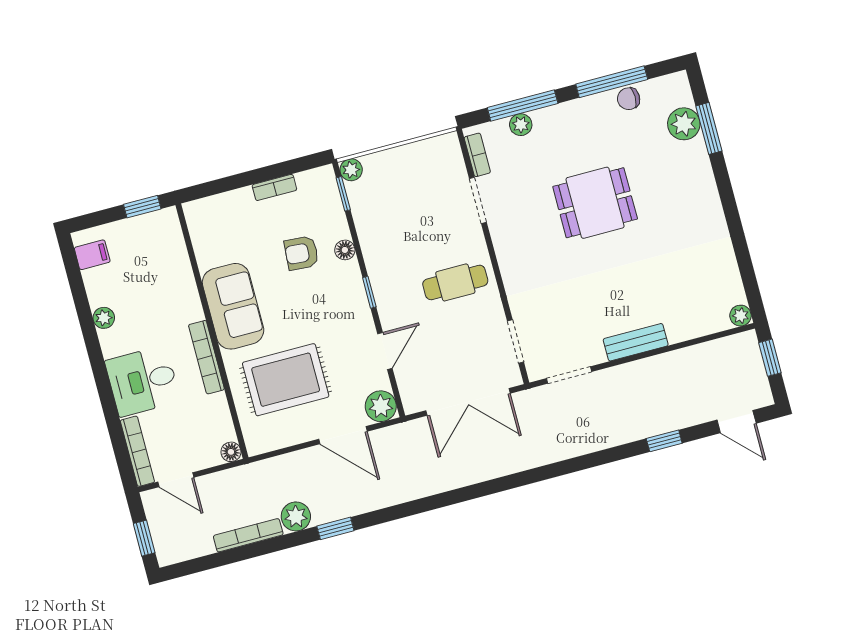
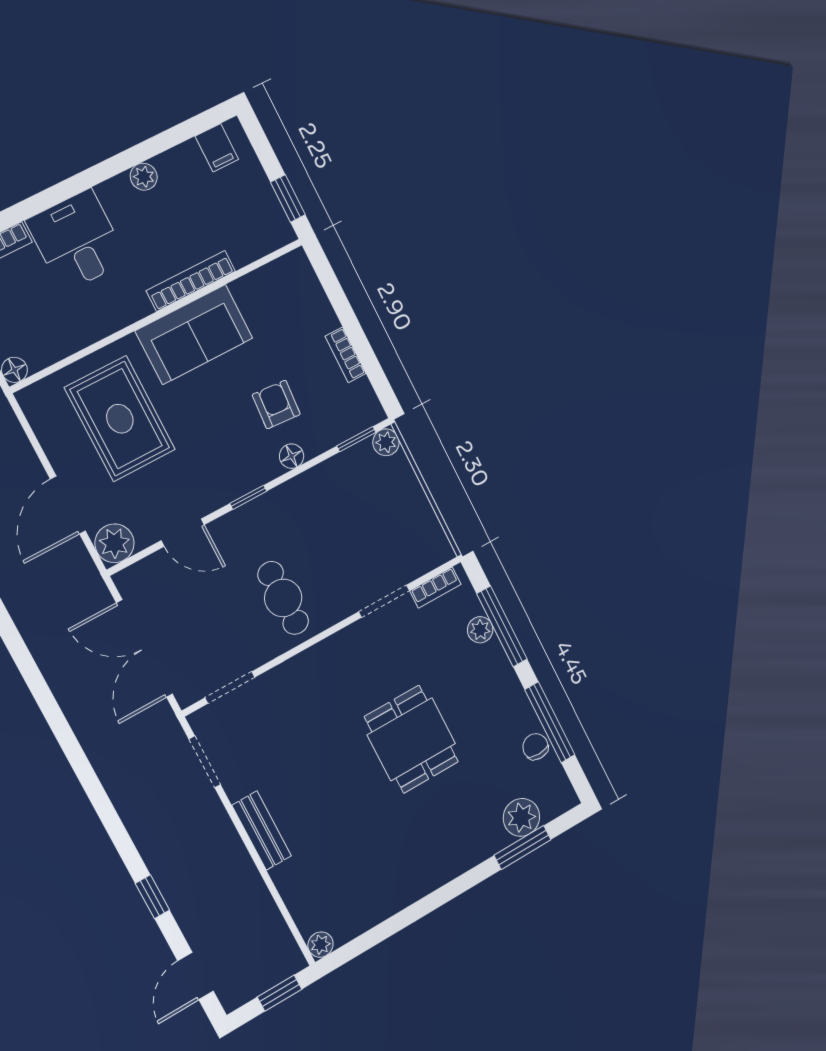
bookcase: (206, 357) -> (191, 281), moved

